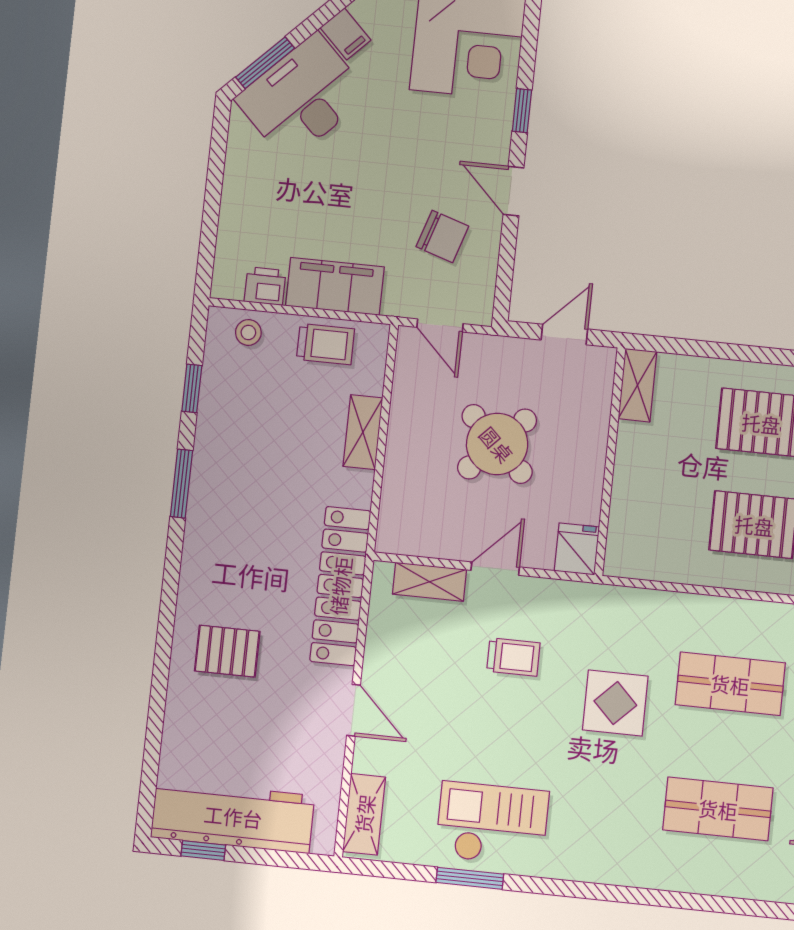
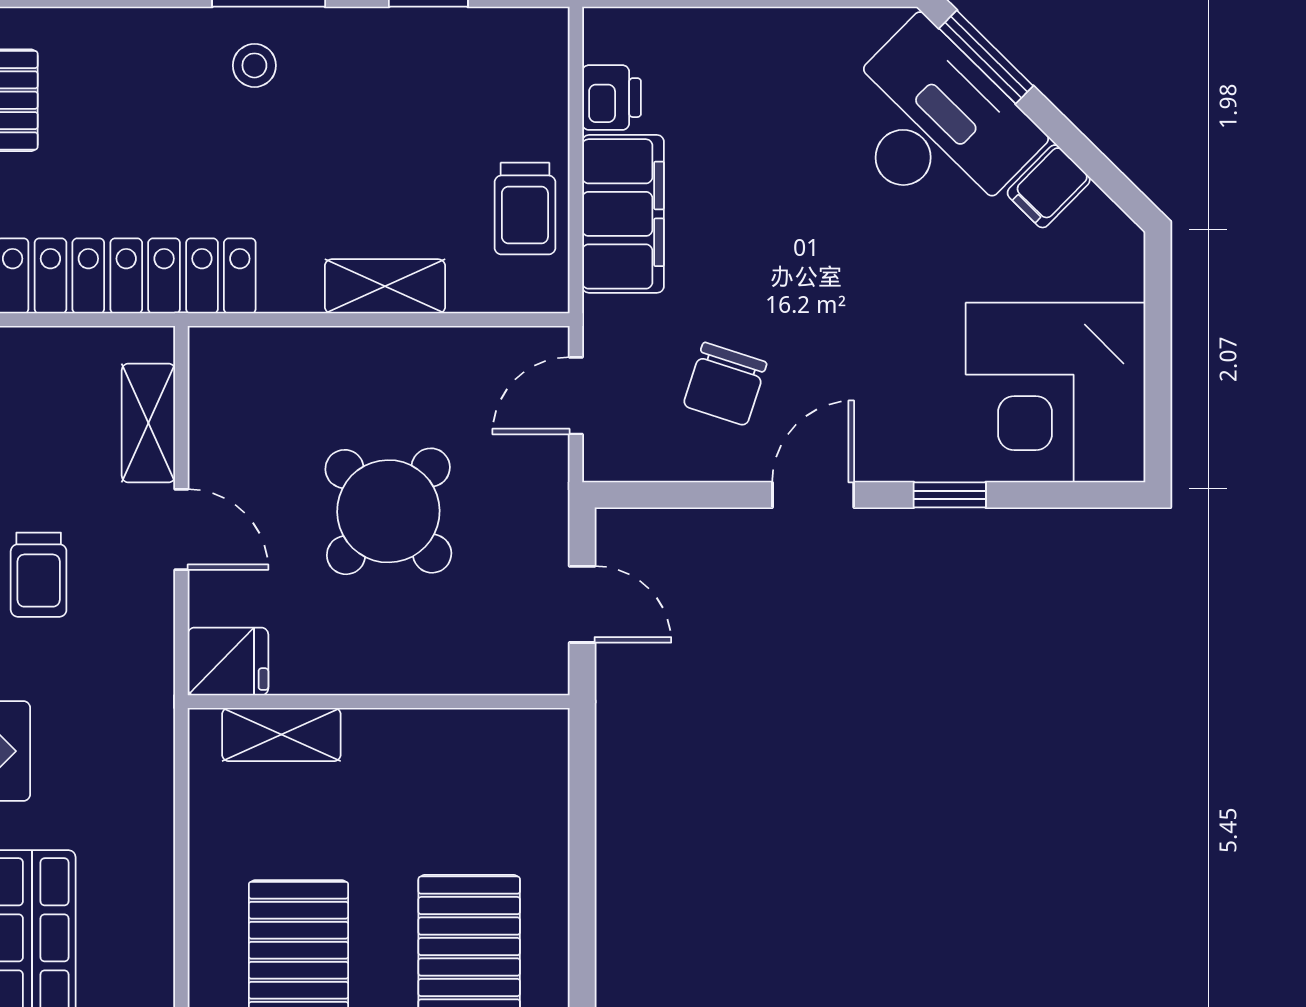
stool: (248, 332) -> (254, 65), moved
shelving: (637, 385) -> (281, 734), moved

